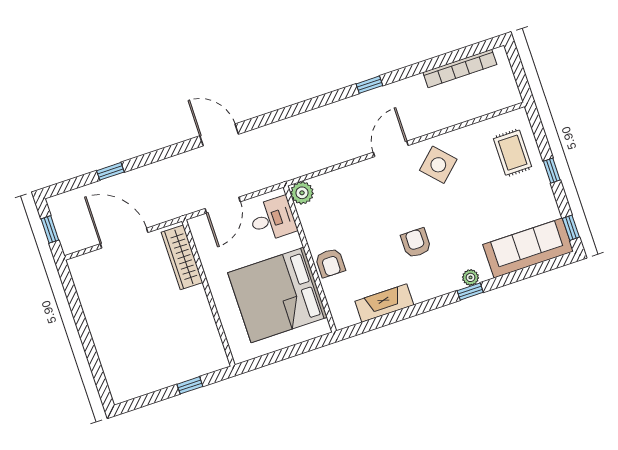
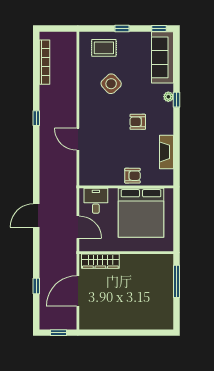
door: (391, 149) -> (78, 139), moved
side table: (438, 165) -> (111, 84), moved
plant: (302, 193) -> (86, 178), removed
window: (190, 385) -> (177, 281), width x2.17

